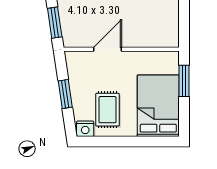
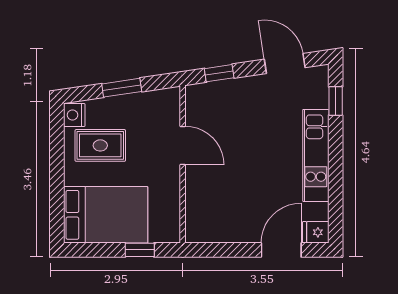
window: (55, 23) -> (219, 73), width x0.67
window: (184, 81) -> (140, 250), width x0.67

